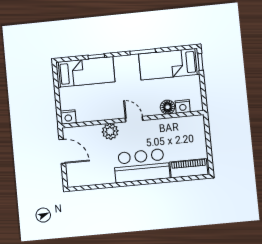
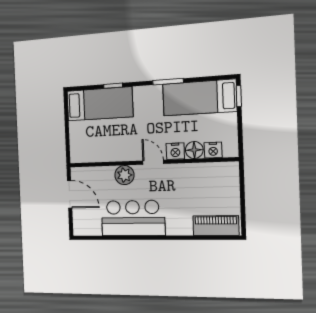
nightstand: (68, 117) -> (175, 151), moved
bar counter: (142, 166) -> (133, 218), moved

